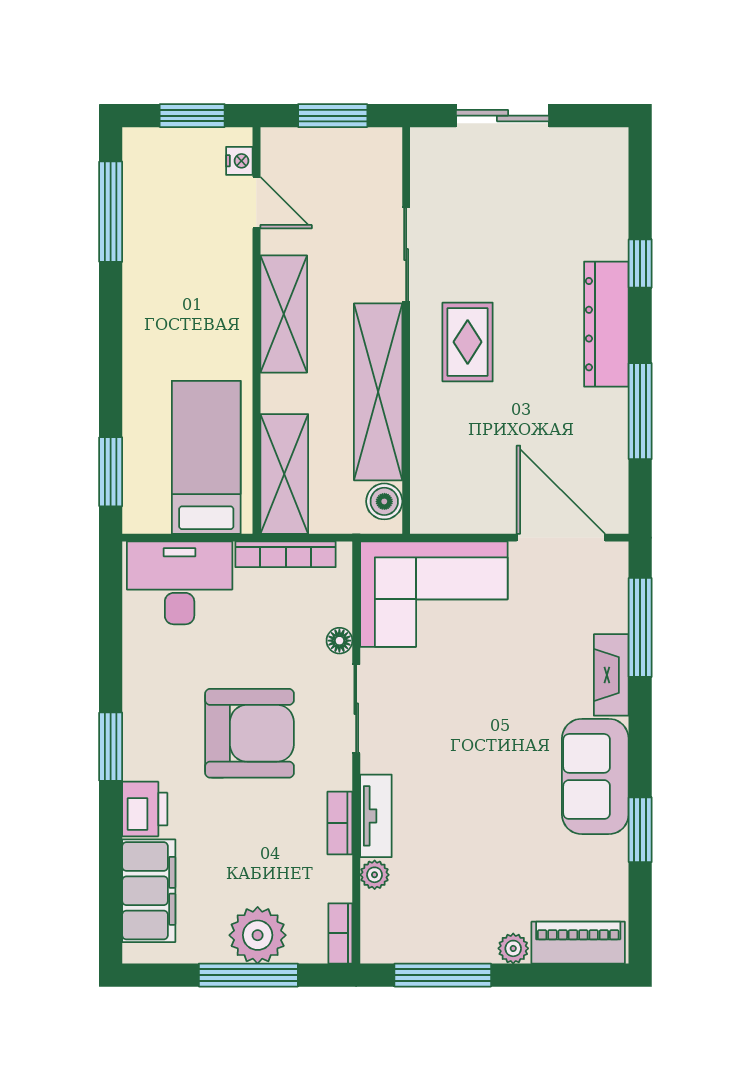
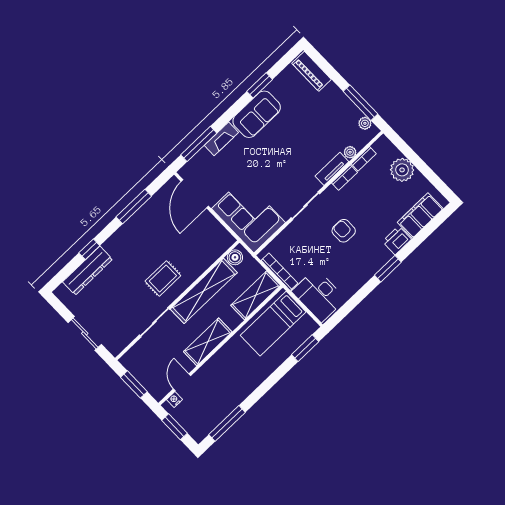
dresser: (606, 324) -> (88, 271), moved
floor lamp: (339, 641) -> (290, 230), removed
armchair: (249, 733) -> (344, 231), width x0.53, depth x0.53
bookcase: (340, 933) -> (364, 159), moved
plant: (513, 948) -> (365, 123), moved
window: (248, 975) -> (417, 161), removed

